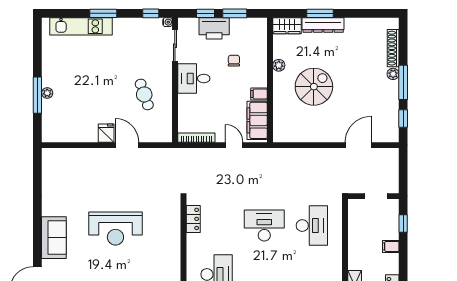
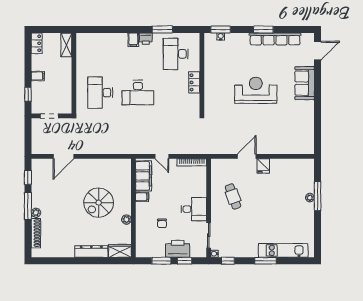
window: (320, 13) -> (94, 261), removed
door: (127, 145) -> (247, 156), swing flipped
locker: (193, 219) -> (194, 82), moved

